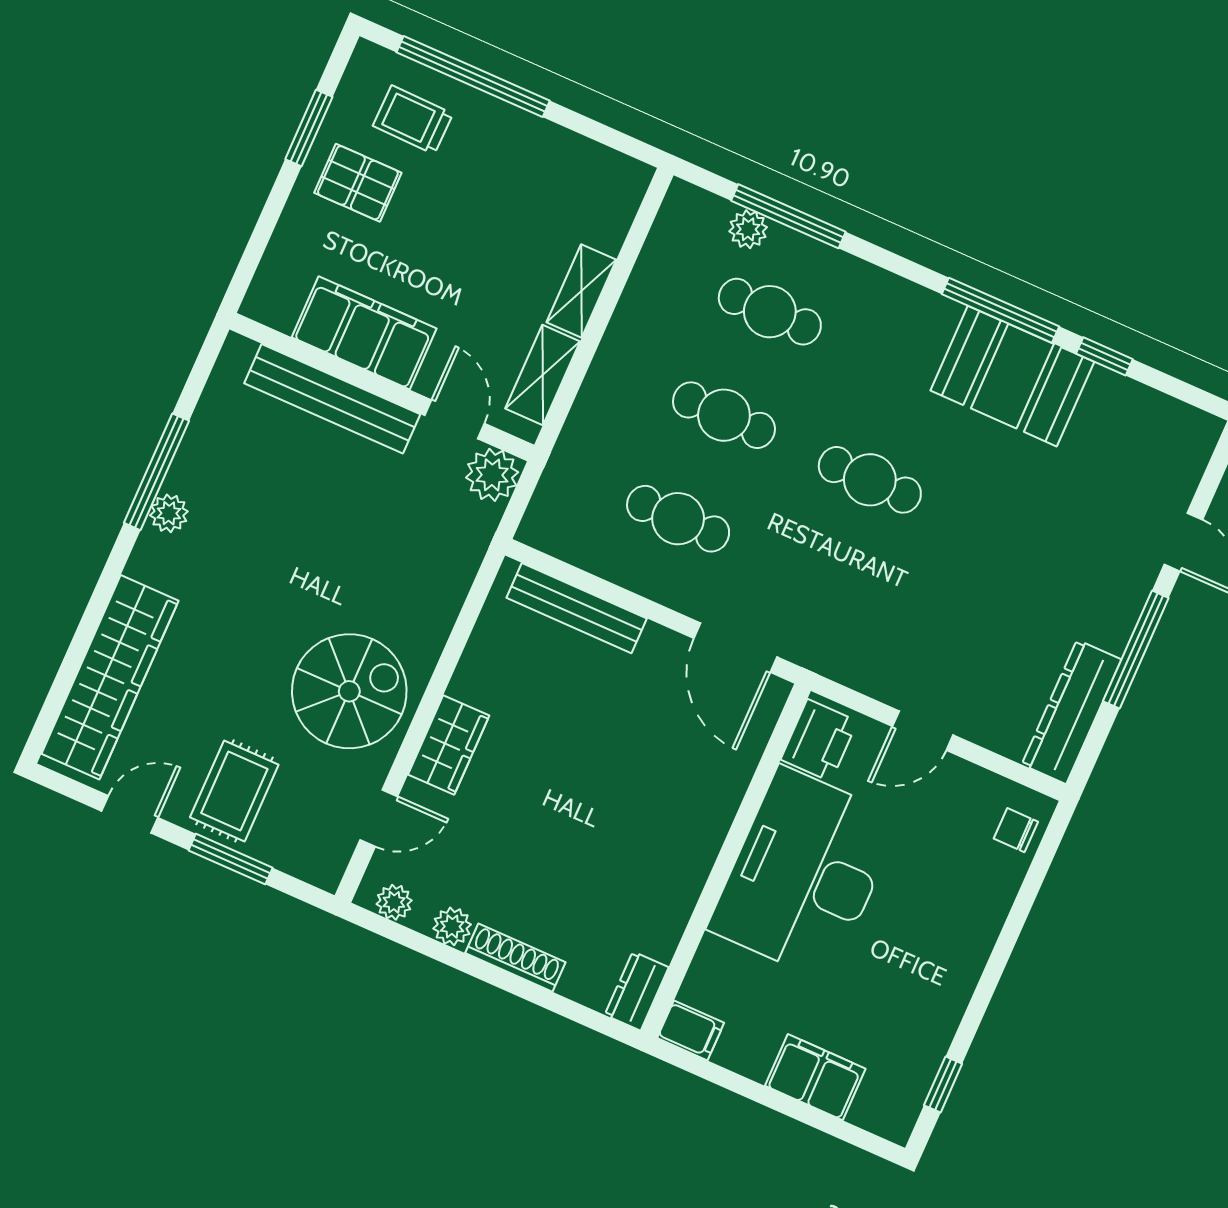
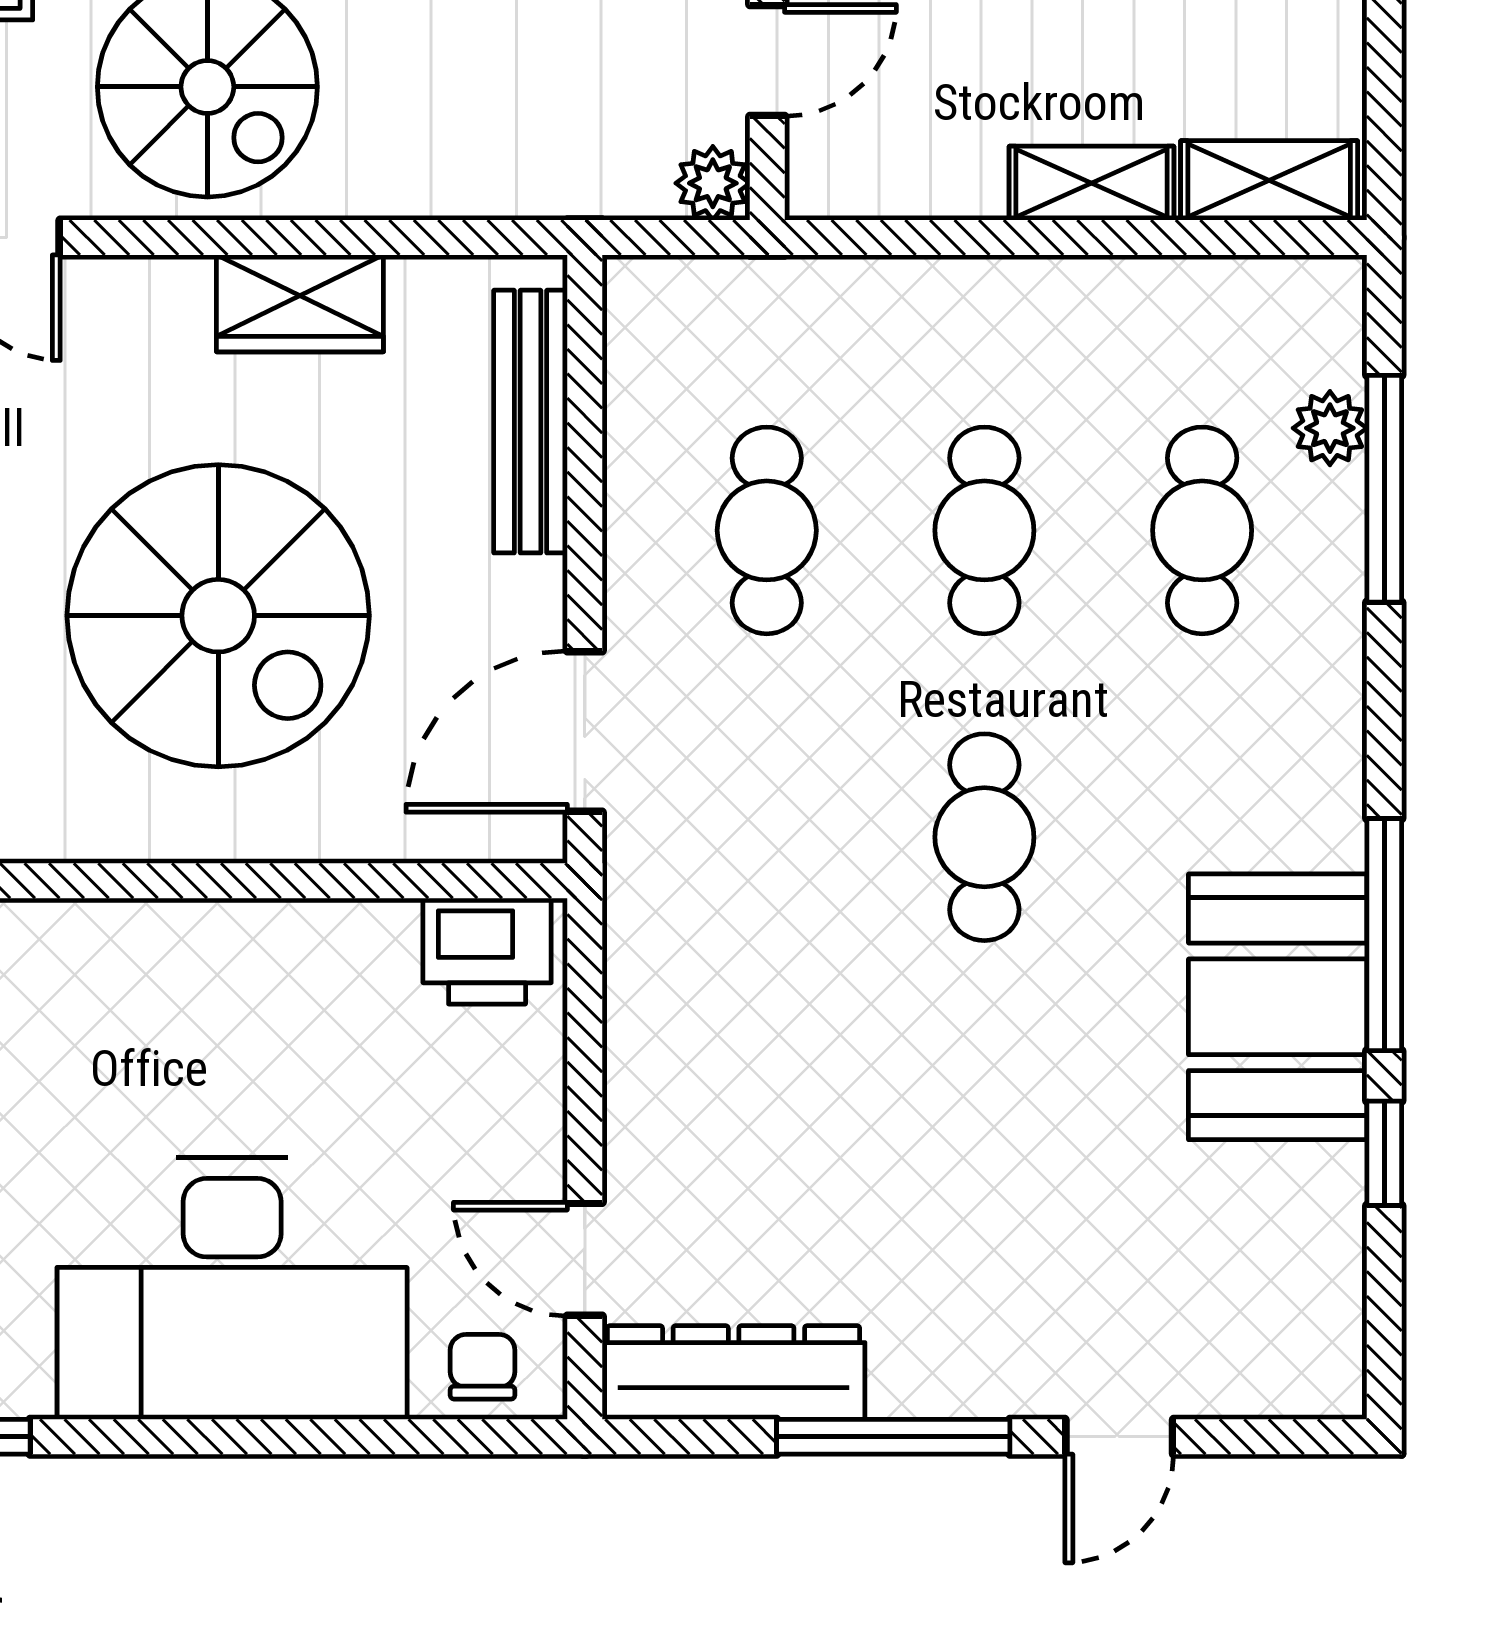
shelving: (543, 375) -> (1269, 180), moved
plant: (492, 475) -> (713, 183), width x0.73, depth x0.73
door: (923, 731) -> (585, 1259), moved
wardrobe: (449, 745) -> (300, 303), moved
spiral stairs: (603, 798) -> (218, 616), added
desk: (804, 874) -> (232, 1288), moved, turned 180

